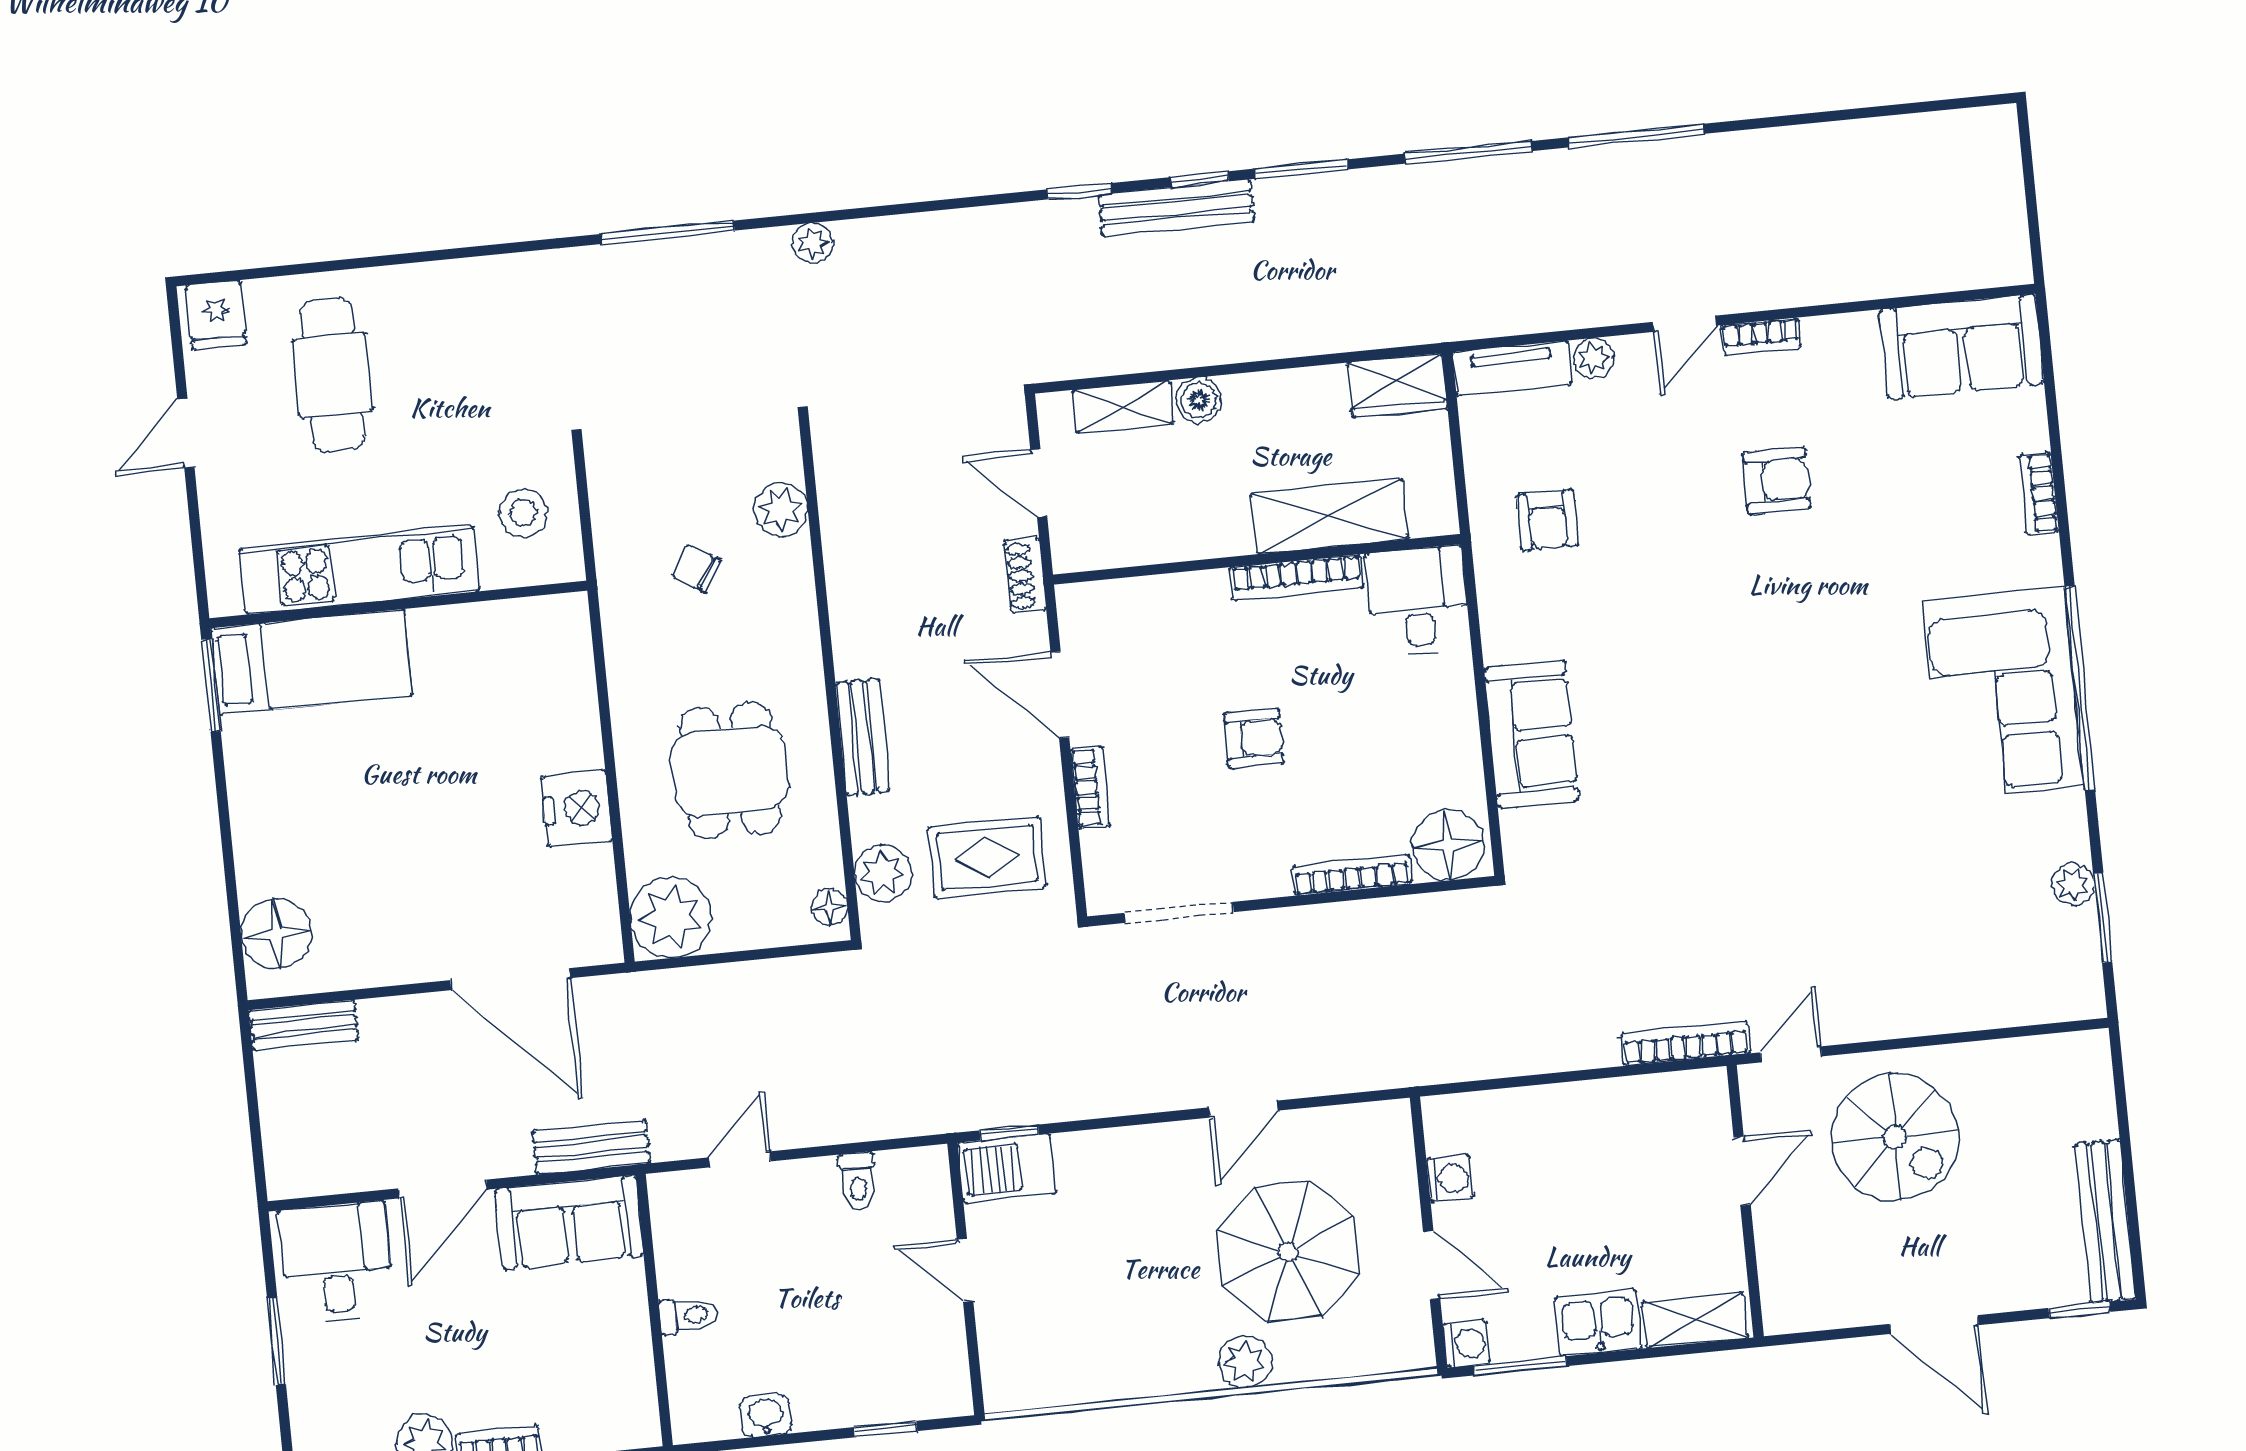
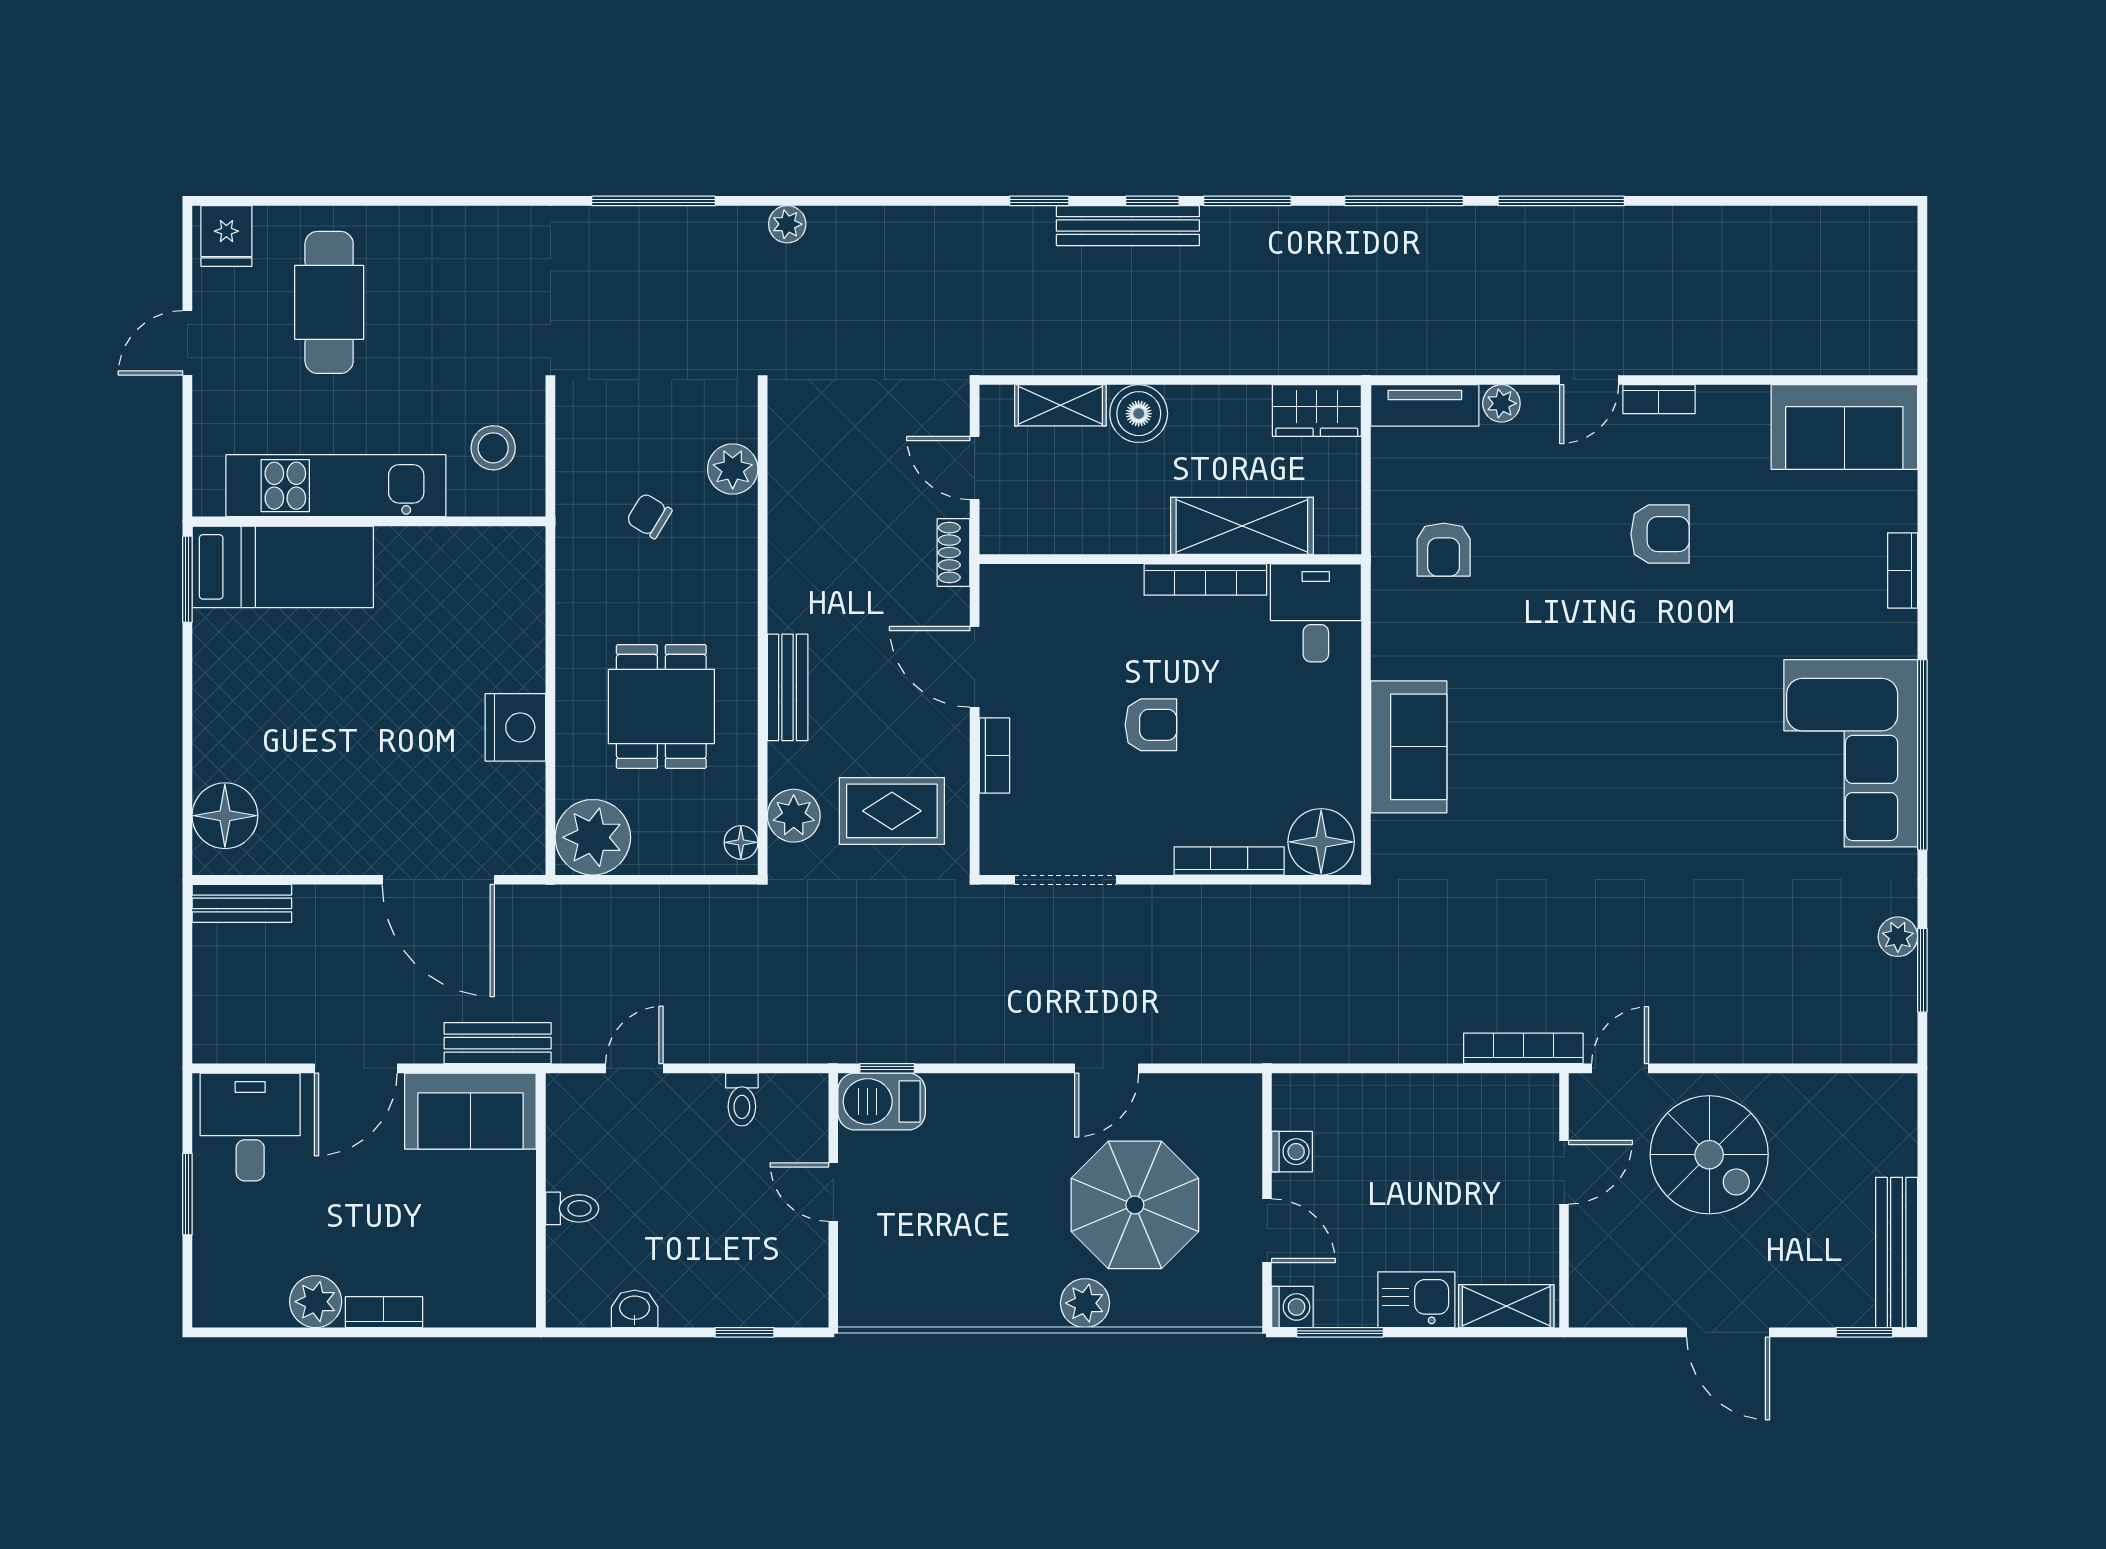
boiler: (1199, 400) -> (1139, 414), width x1.36, depth x1.36

